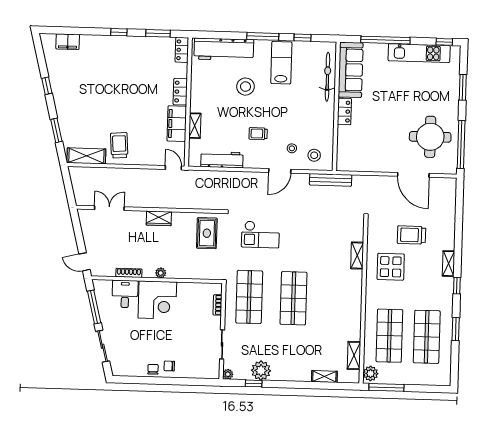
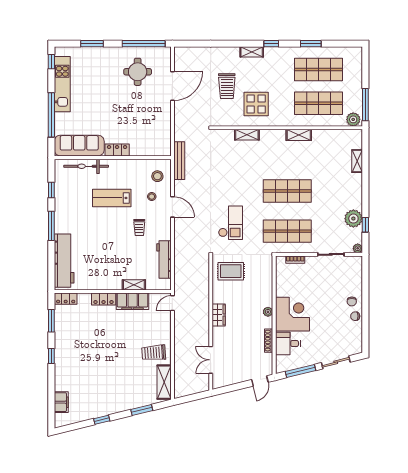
lab bench: (281, 63) -> (112, 198), moved
stool: (246, 87) -> (97, 240), removed
round table: (430, 137) -> (138, 72), width x0.73, depth x0.73
shelving: (354, 355) -> (299, 135), moved

